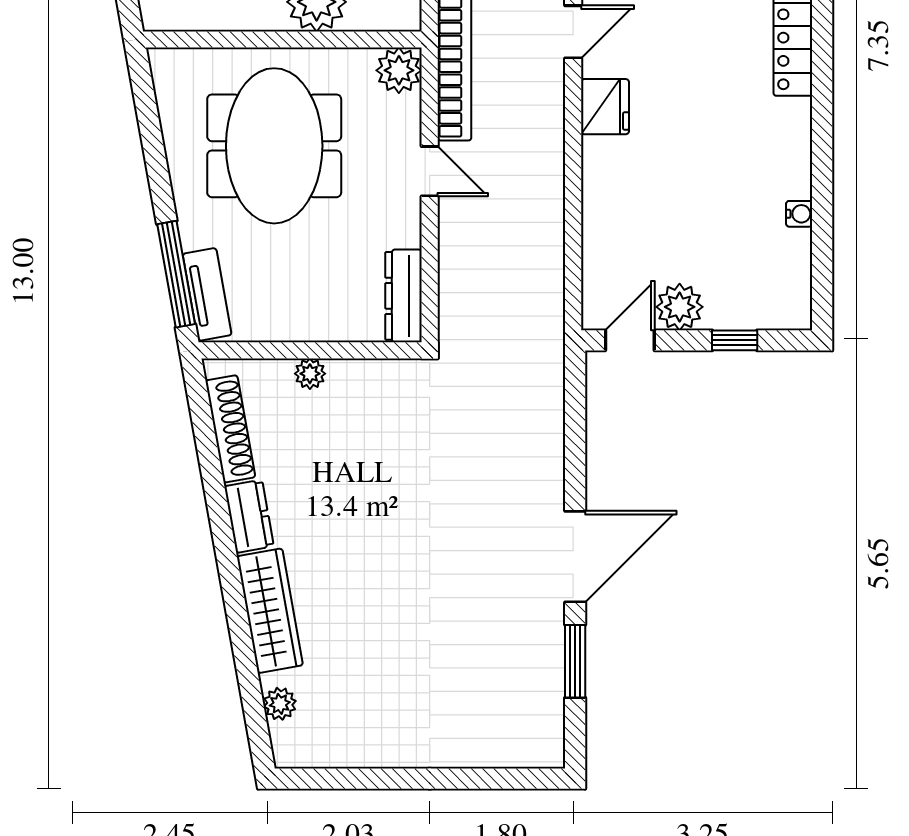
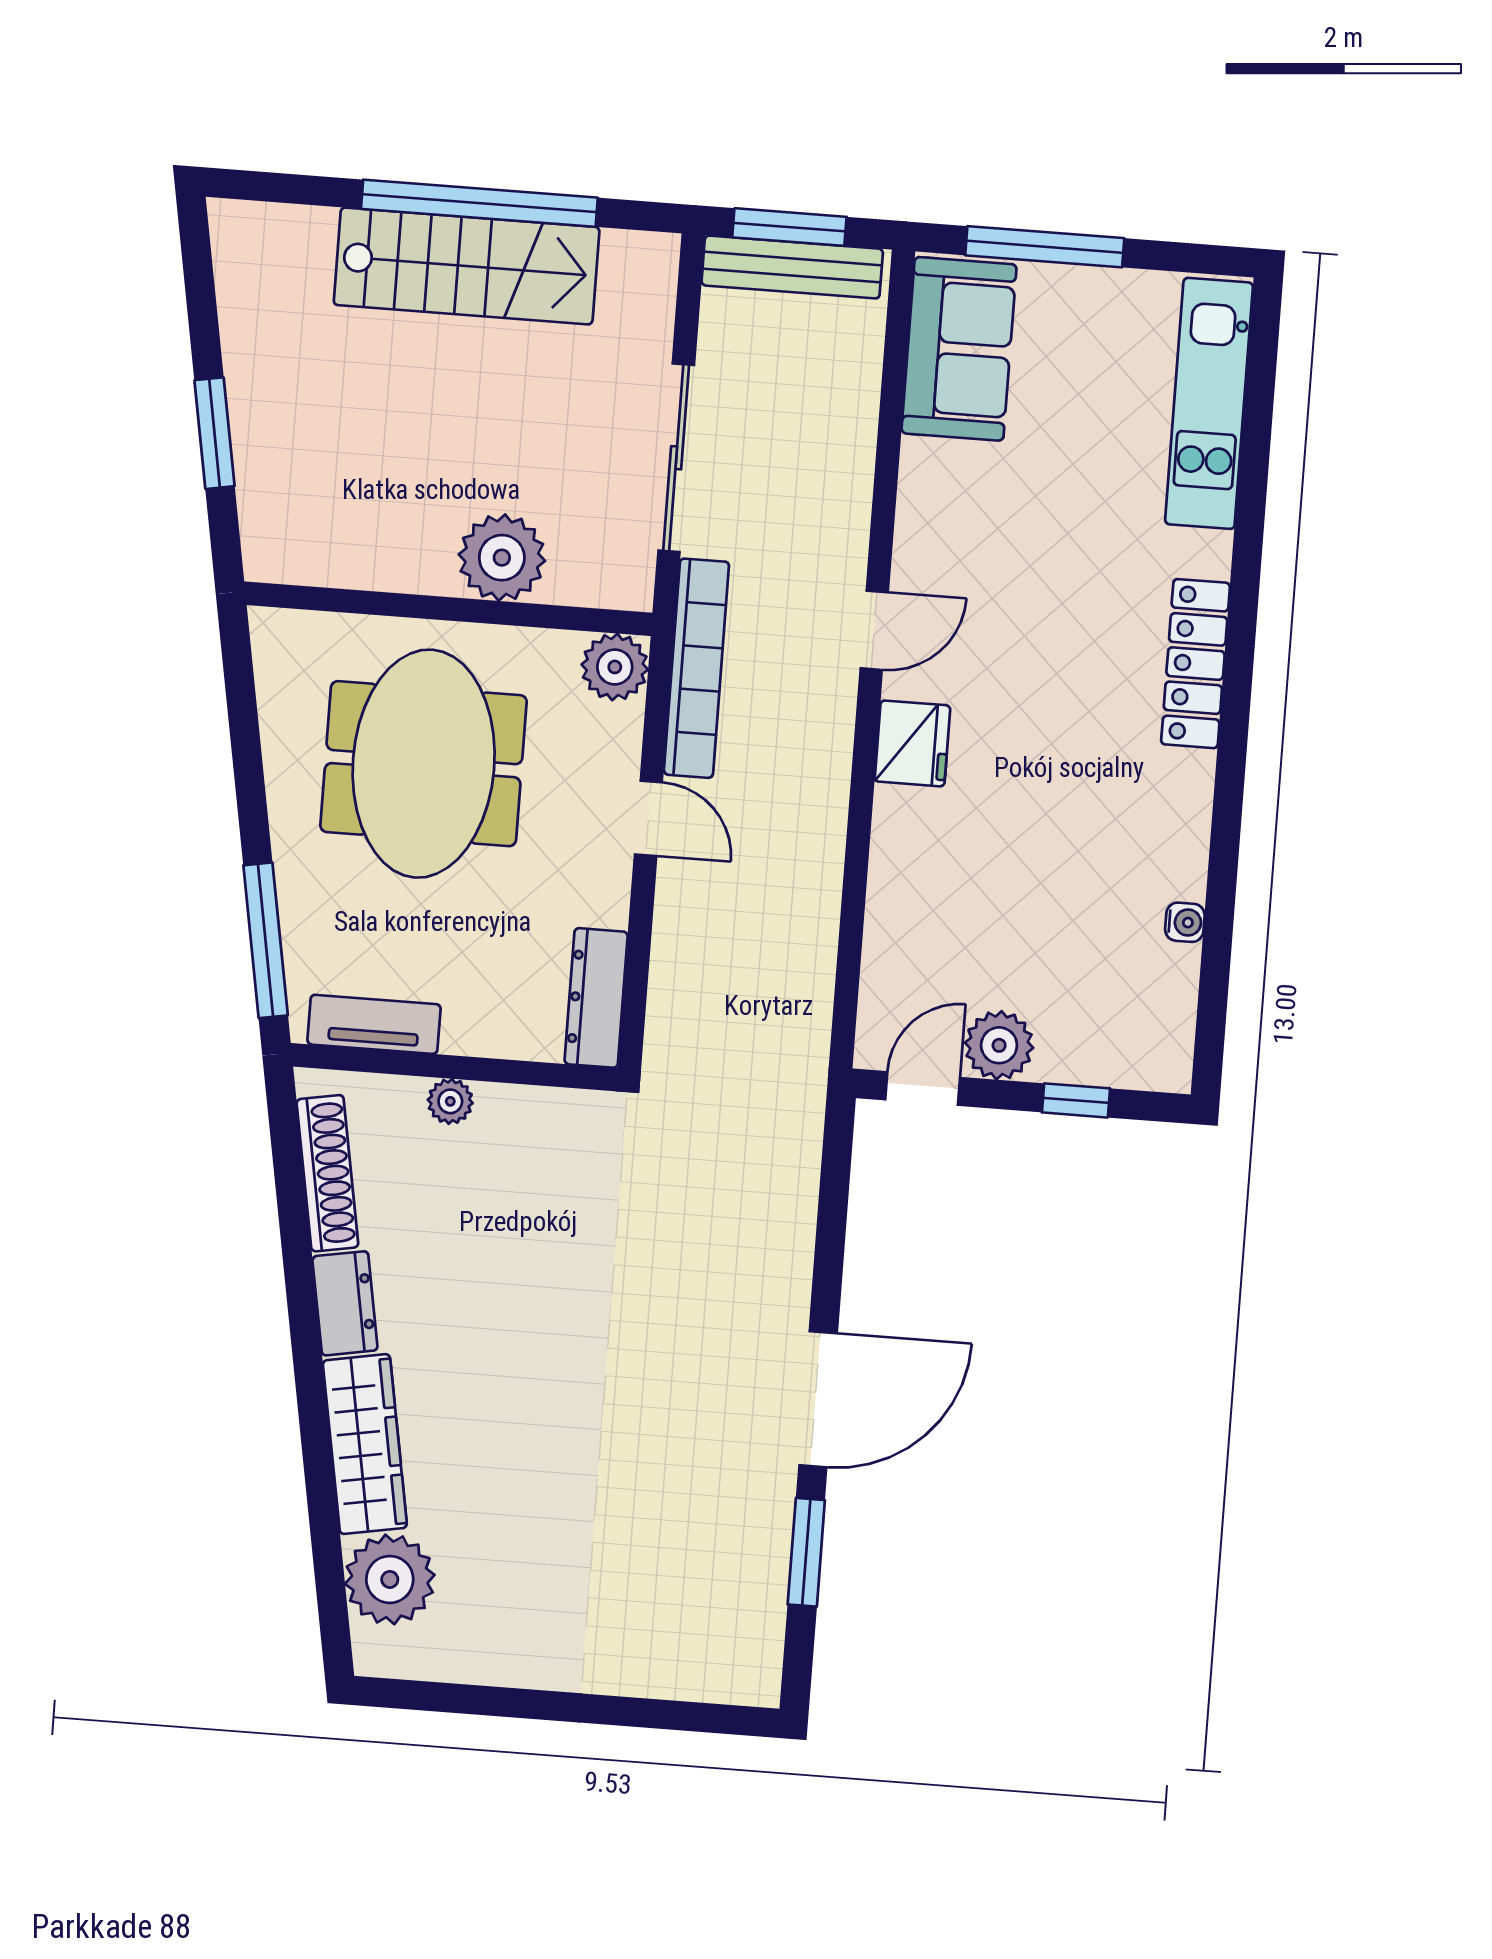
tv unit: (207, 294) -> (374, 1024), moved, turned -80
plant: (280, 704) -> (390, 1579), width x1.87, depth x1.87

